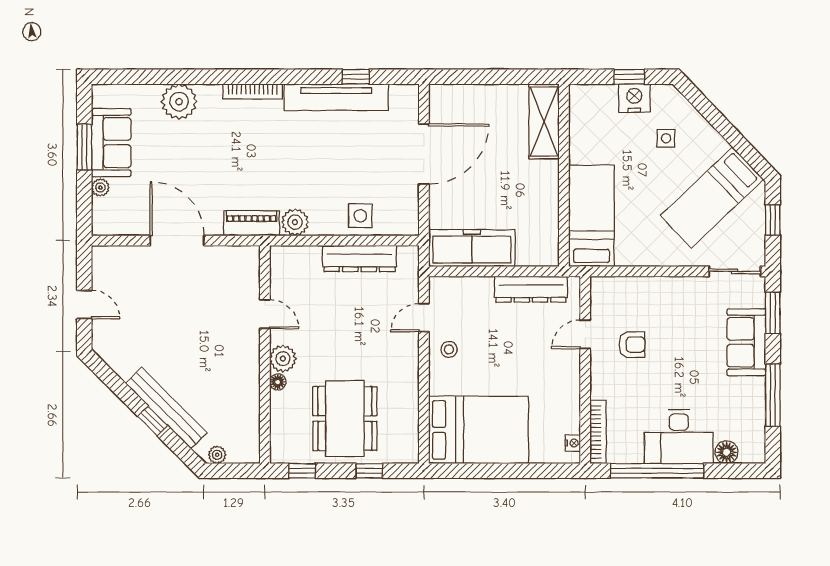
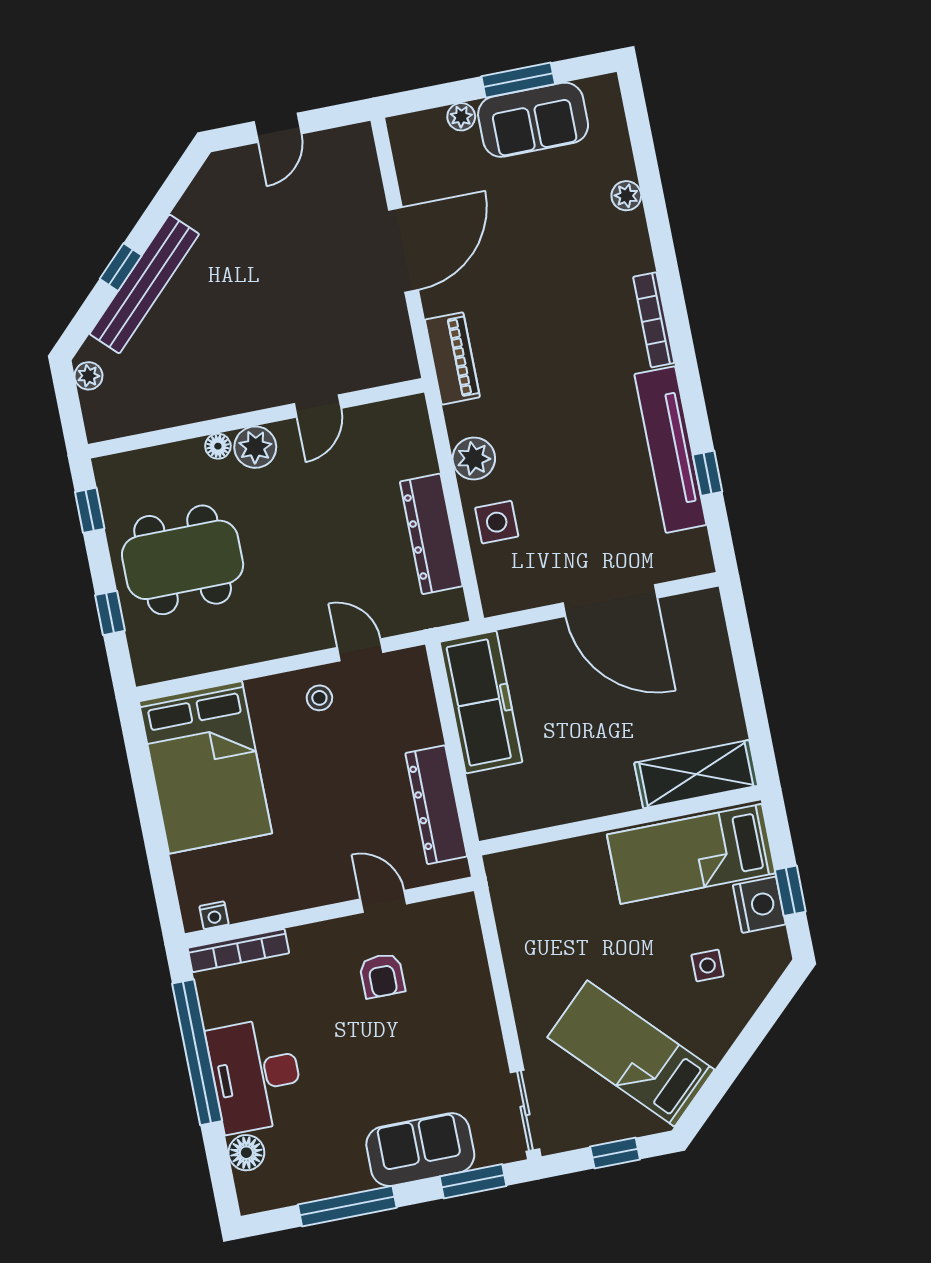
plant: (179, 102) -> (626, 196), width x0.53, depth x0.53
bed: (591, 216) -> (691, 854), moved, turned 180
plant: (295, 222) -> (474, 458), moved

